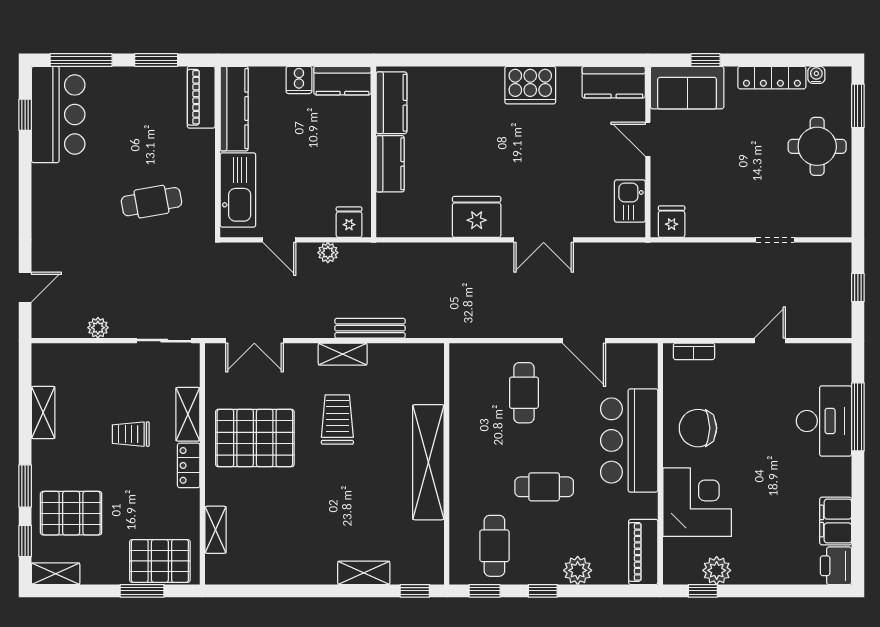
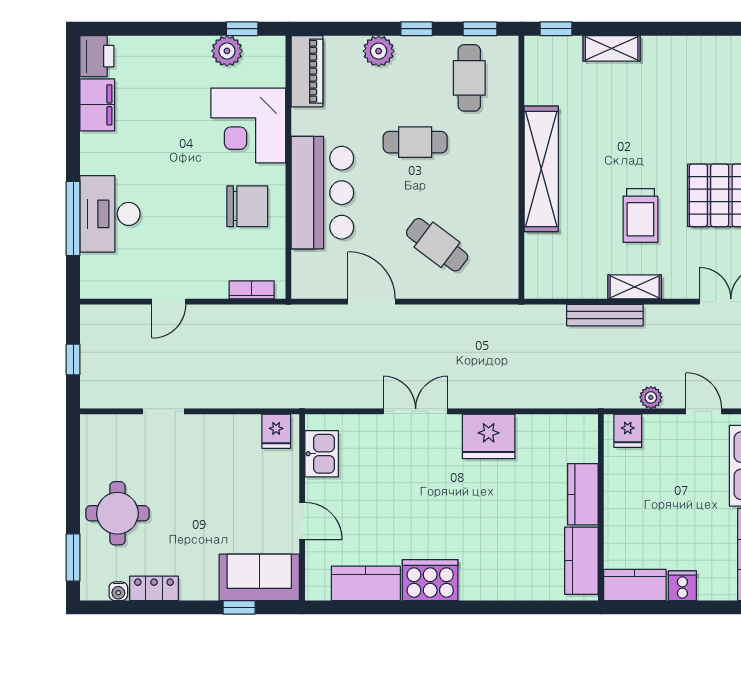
locker: (772, 78) -> (154, 588), width x0.66
kitchen counter: (614, 82) -> (366, 583), moved
cafe table: (524, 393) -> (437, 245), turned -53

